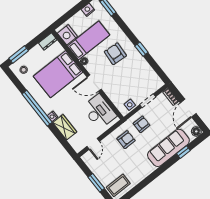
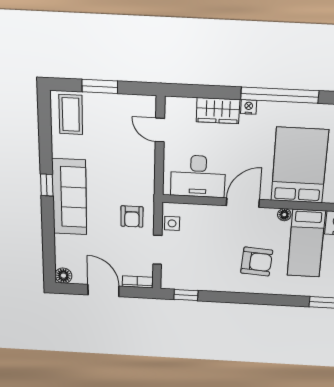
window: (141, 49) -> (186, 295), moved
armchair: (126, 140) -> (128, 179), removed
sofa: (168, 148) -> (69, 197), moved
window: (183, 152) -> (47, 185), moved

